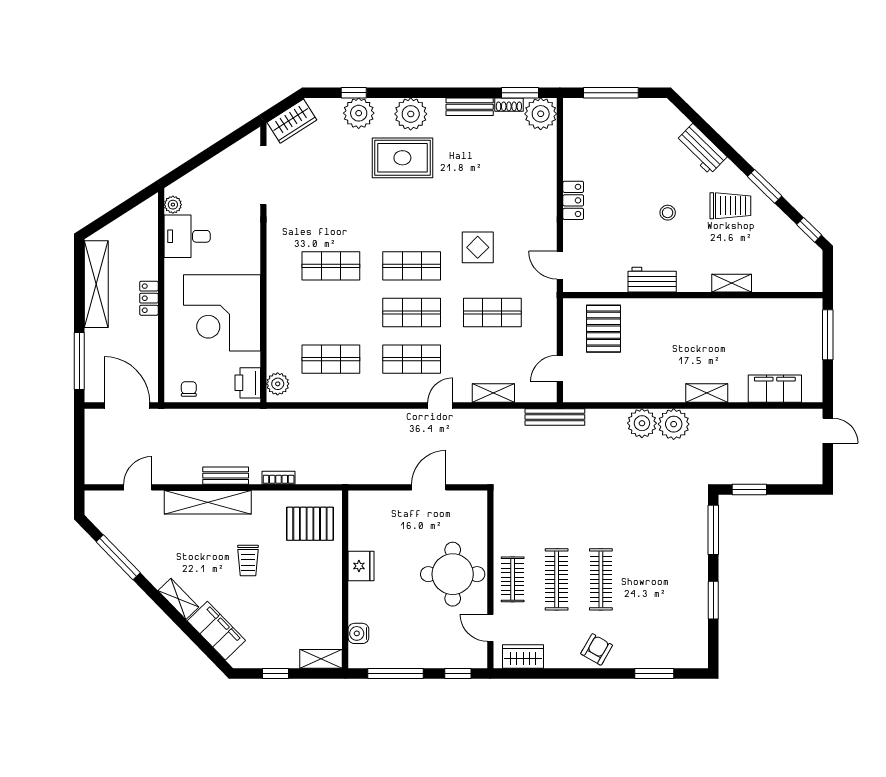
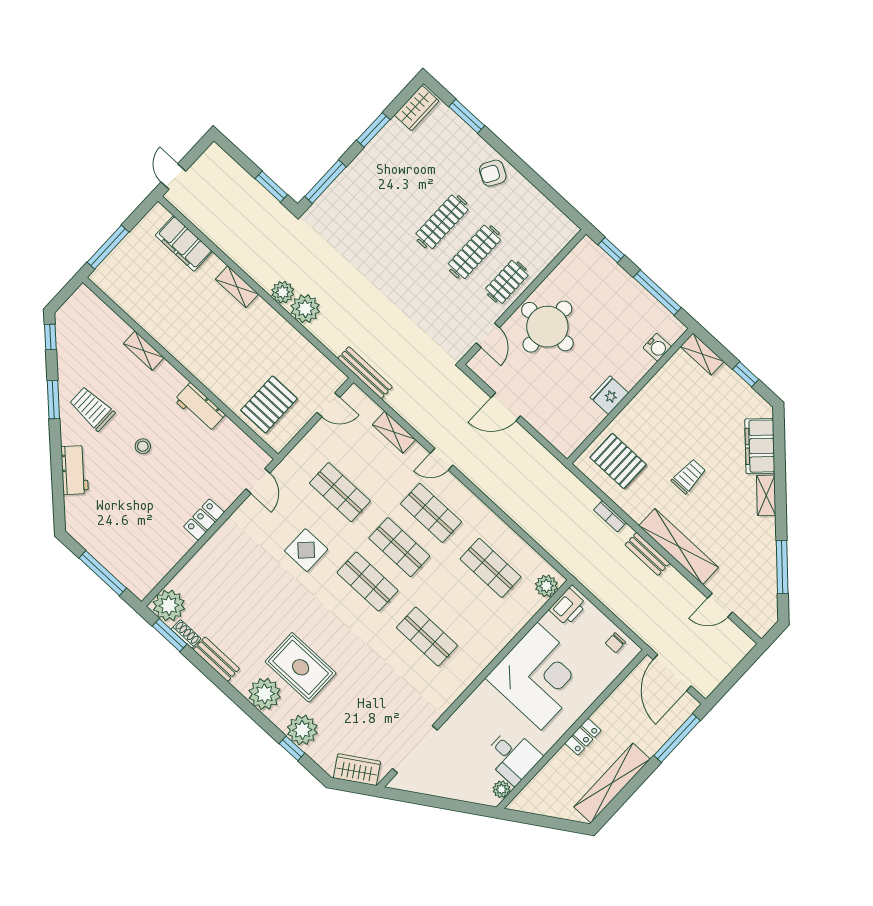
plant: (674, 424) -> (283, 292), width x0.73, depth x0.73
door: (490, 628) -> (488, 335), moved
wardrobe: (523, 657) -> (417, 108), moved, turned -90

